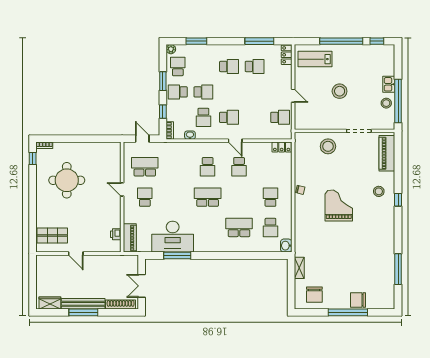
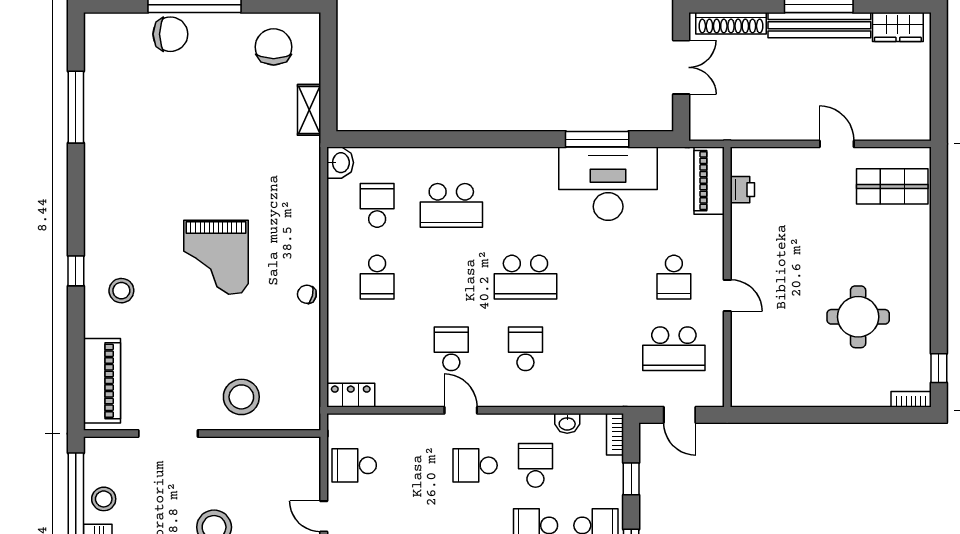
round table: (67, 180) -> (858, 317), width x0.73, depth x0.73

